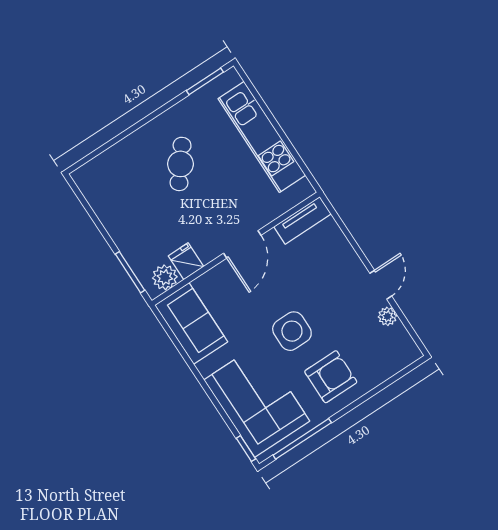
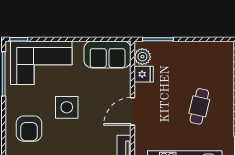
cafe table: (181, 164) -> (199, 106), turned 65
door: (242, 244) -> (133, 111), hinge flipped
armchair: (331, 377) -> (29, 129), moved

